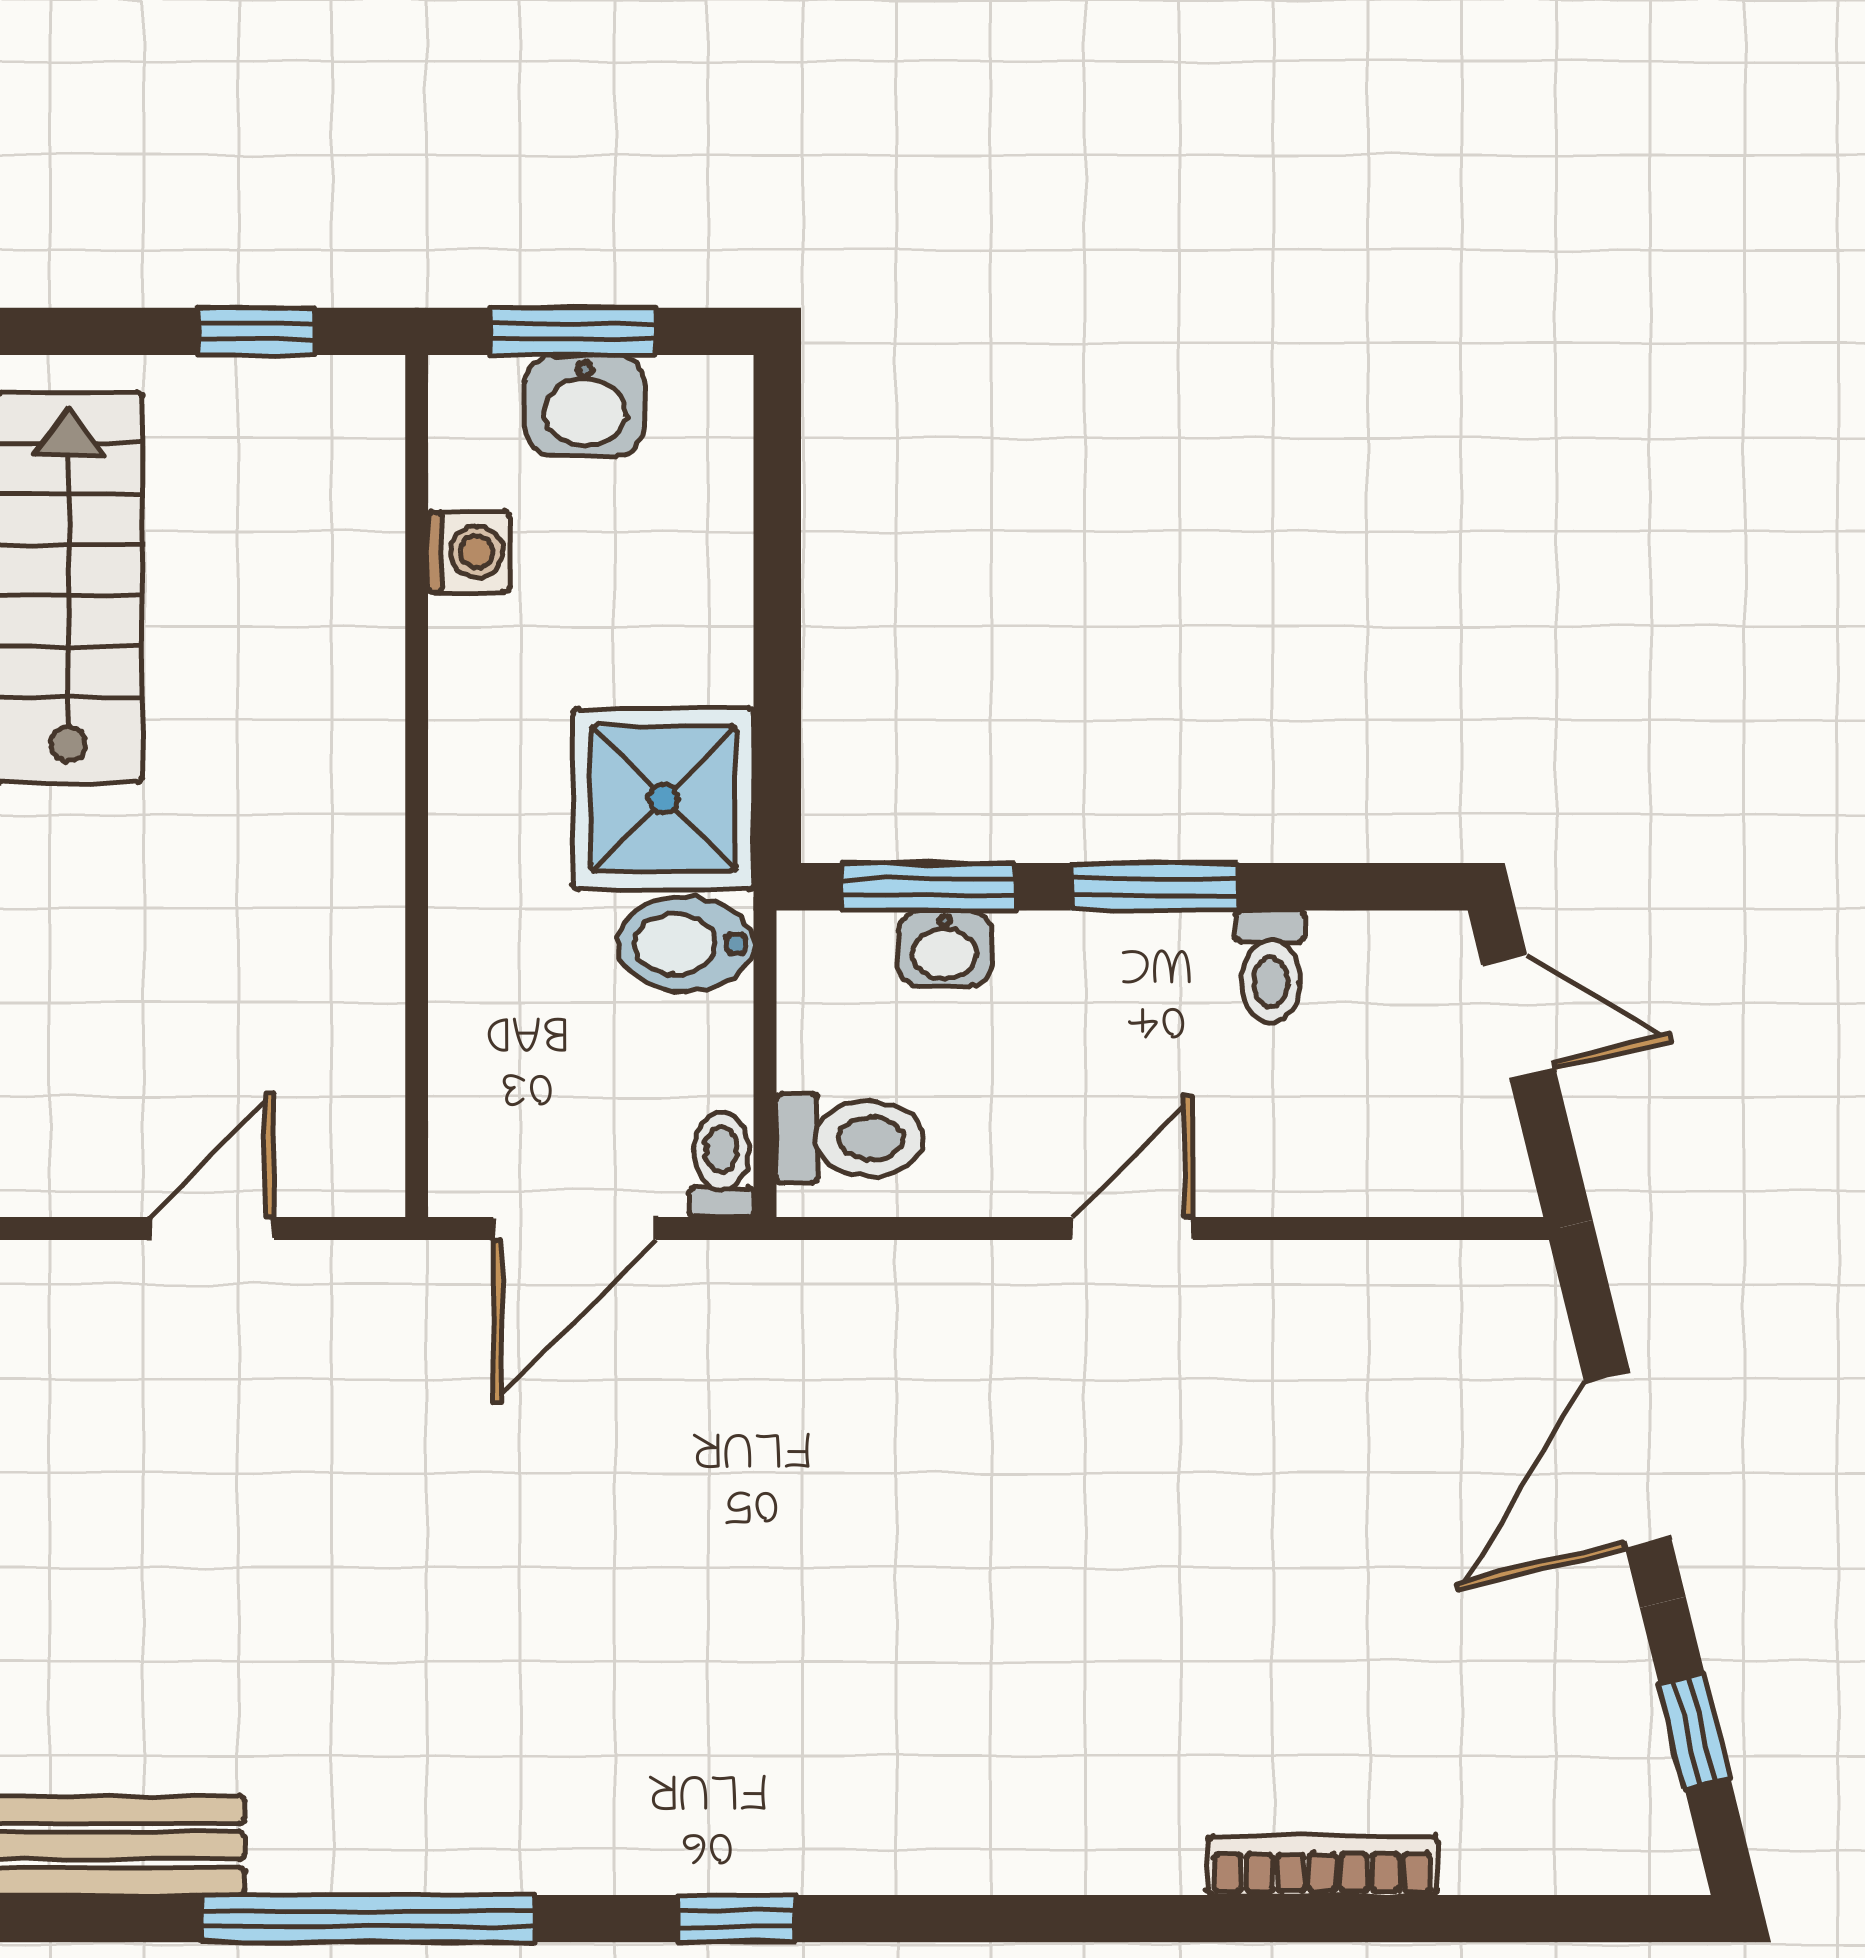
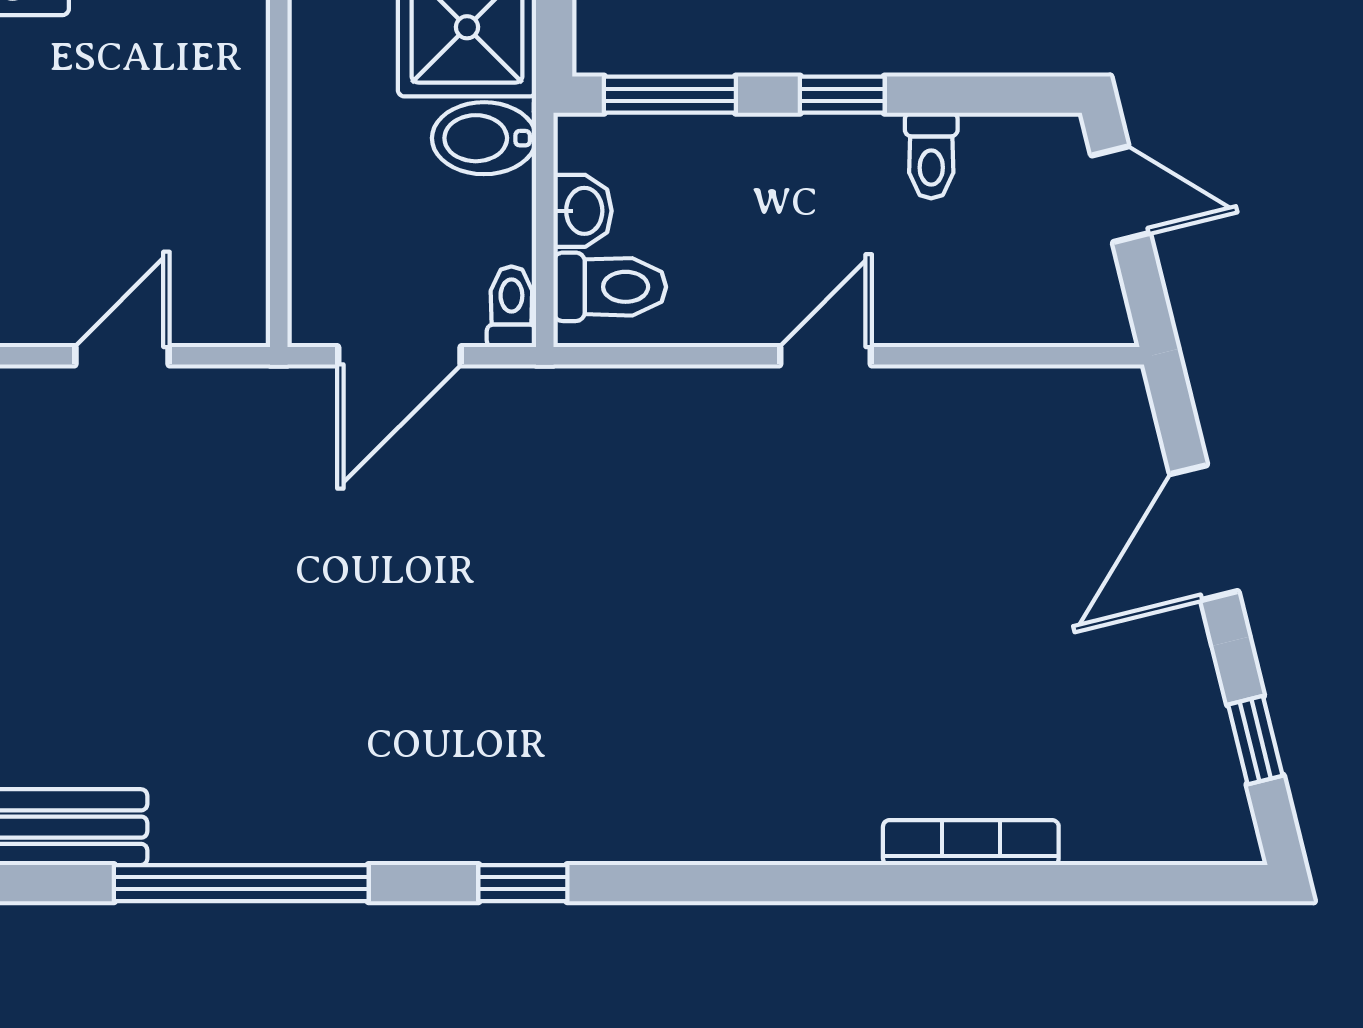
window: (1154, 887) -> (842, 95), width x0.67
washbasin: (945, 948) -> (583, 211), moved, turned -90

